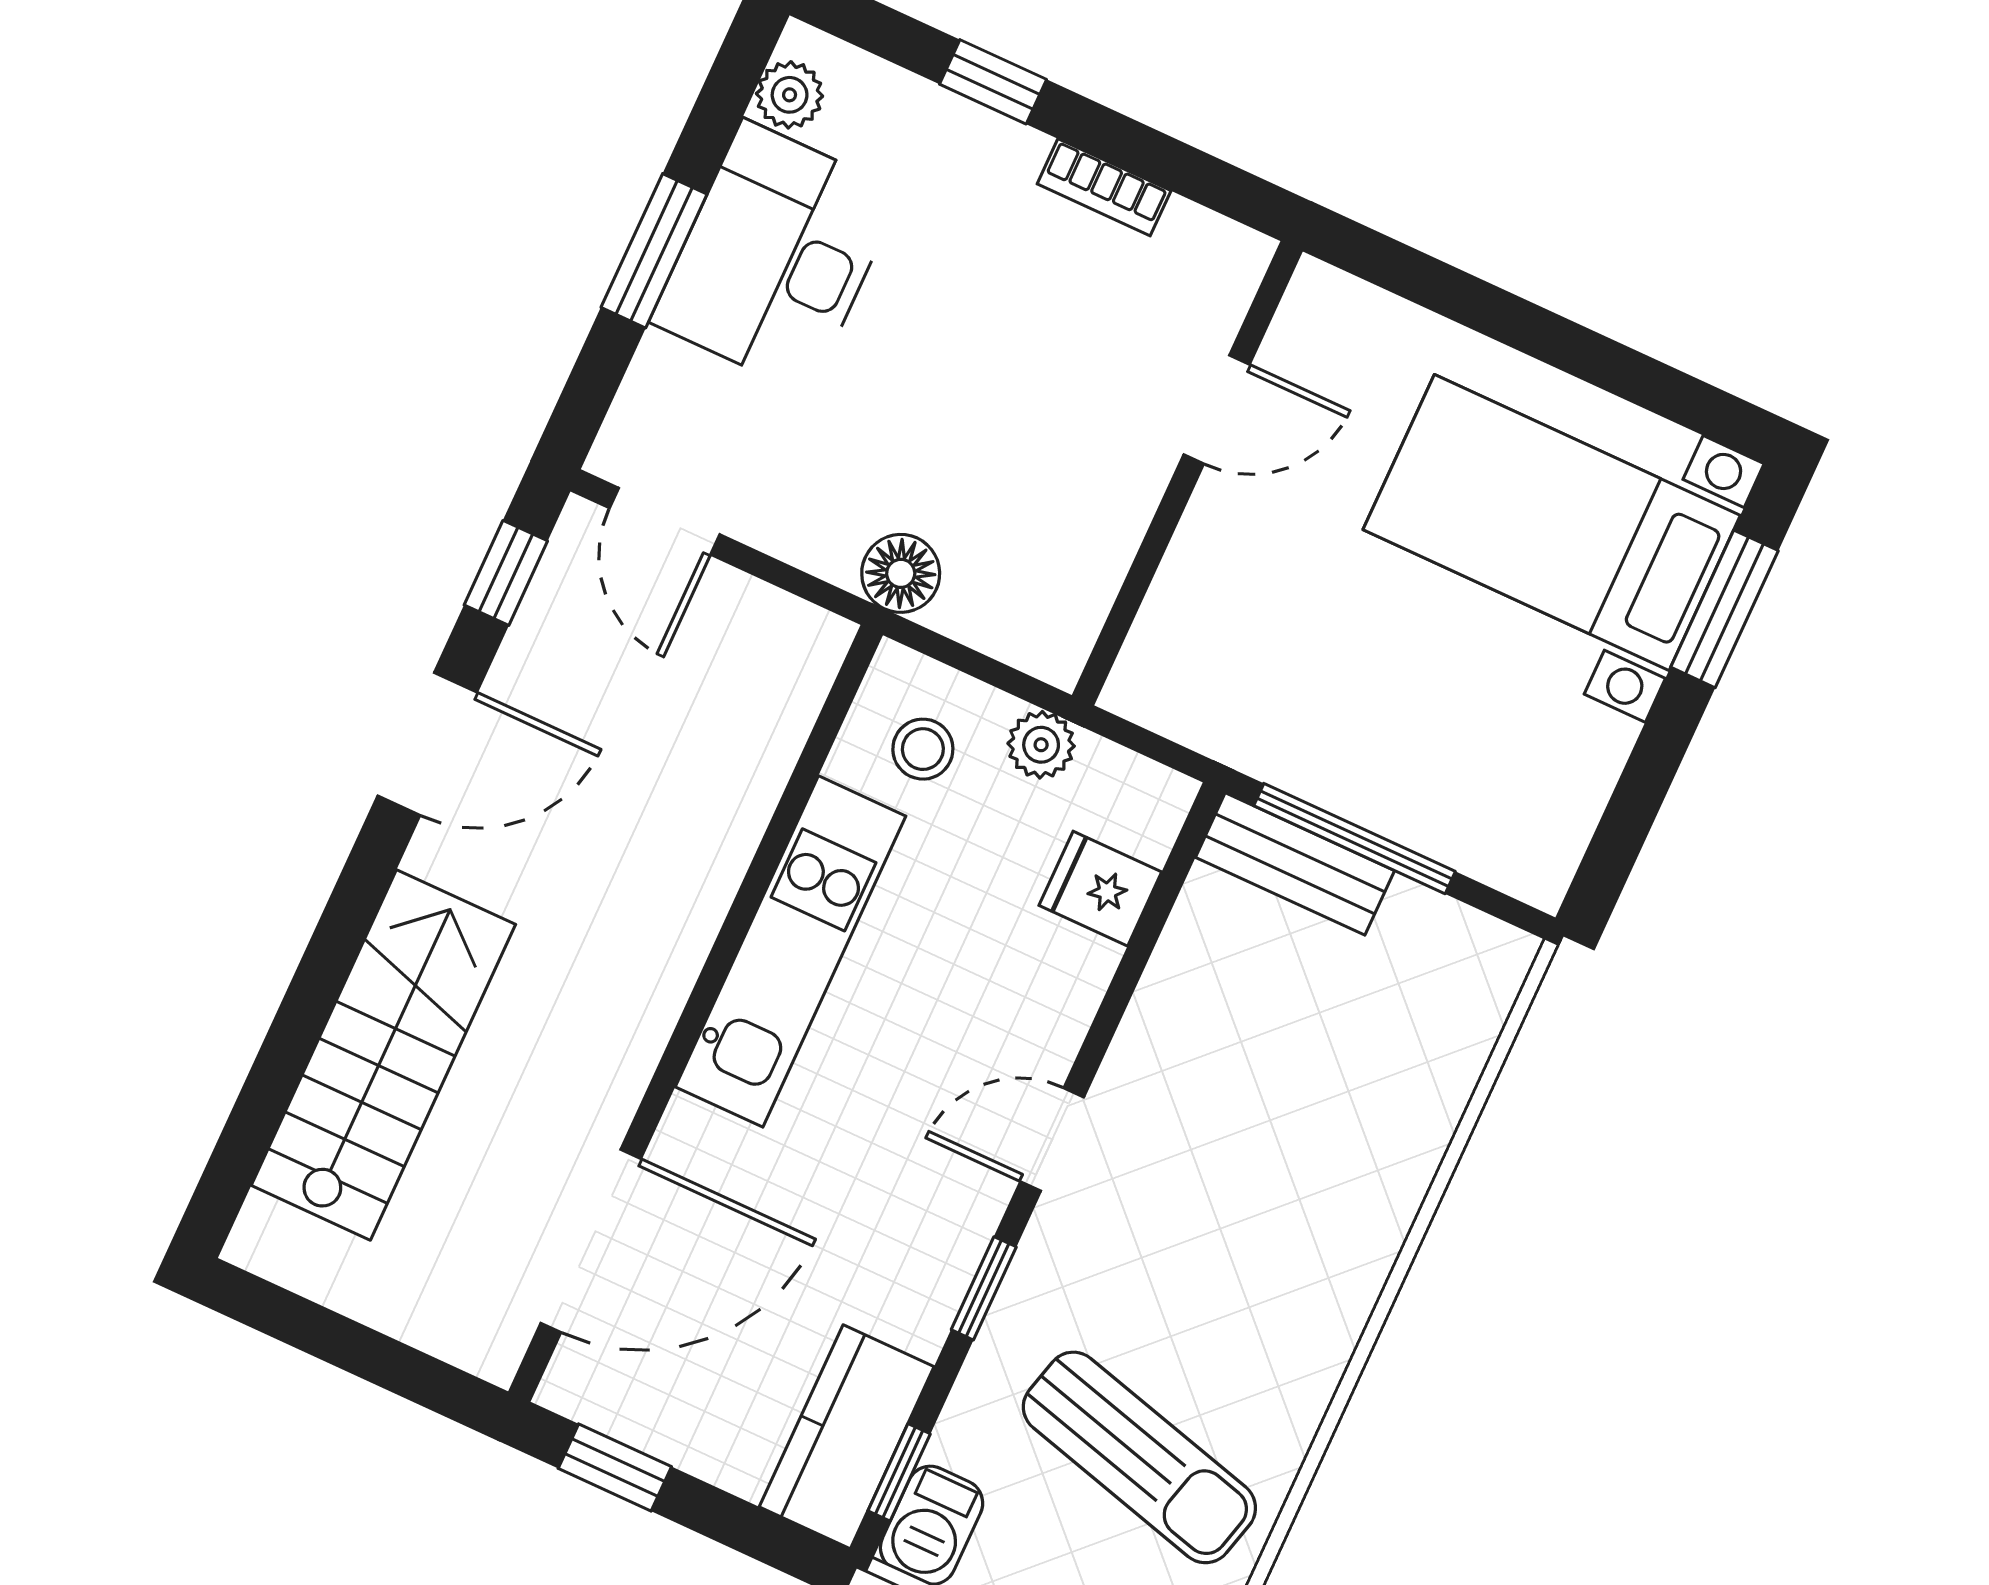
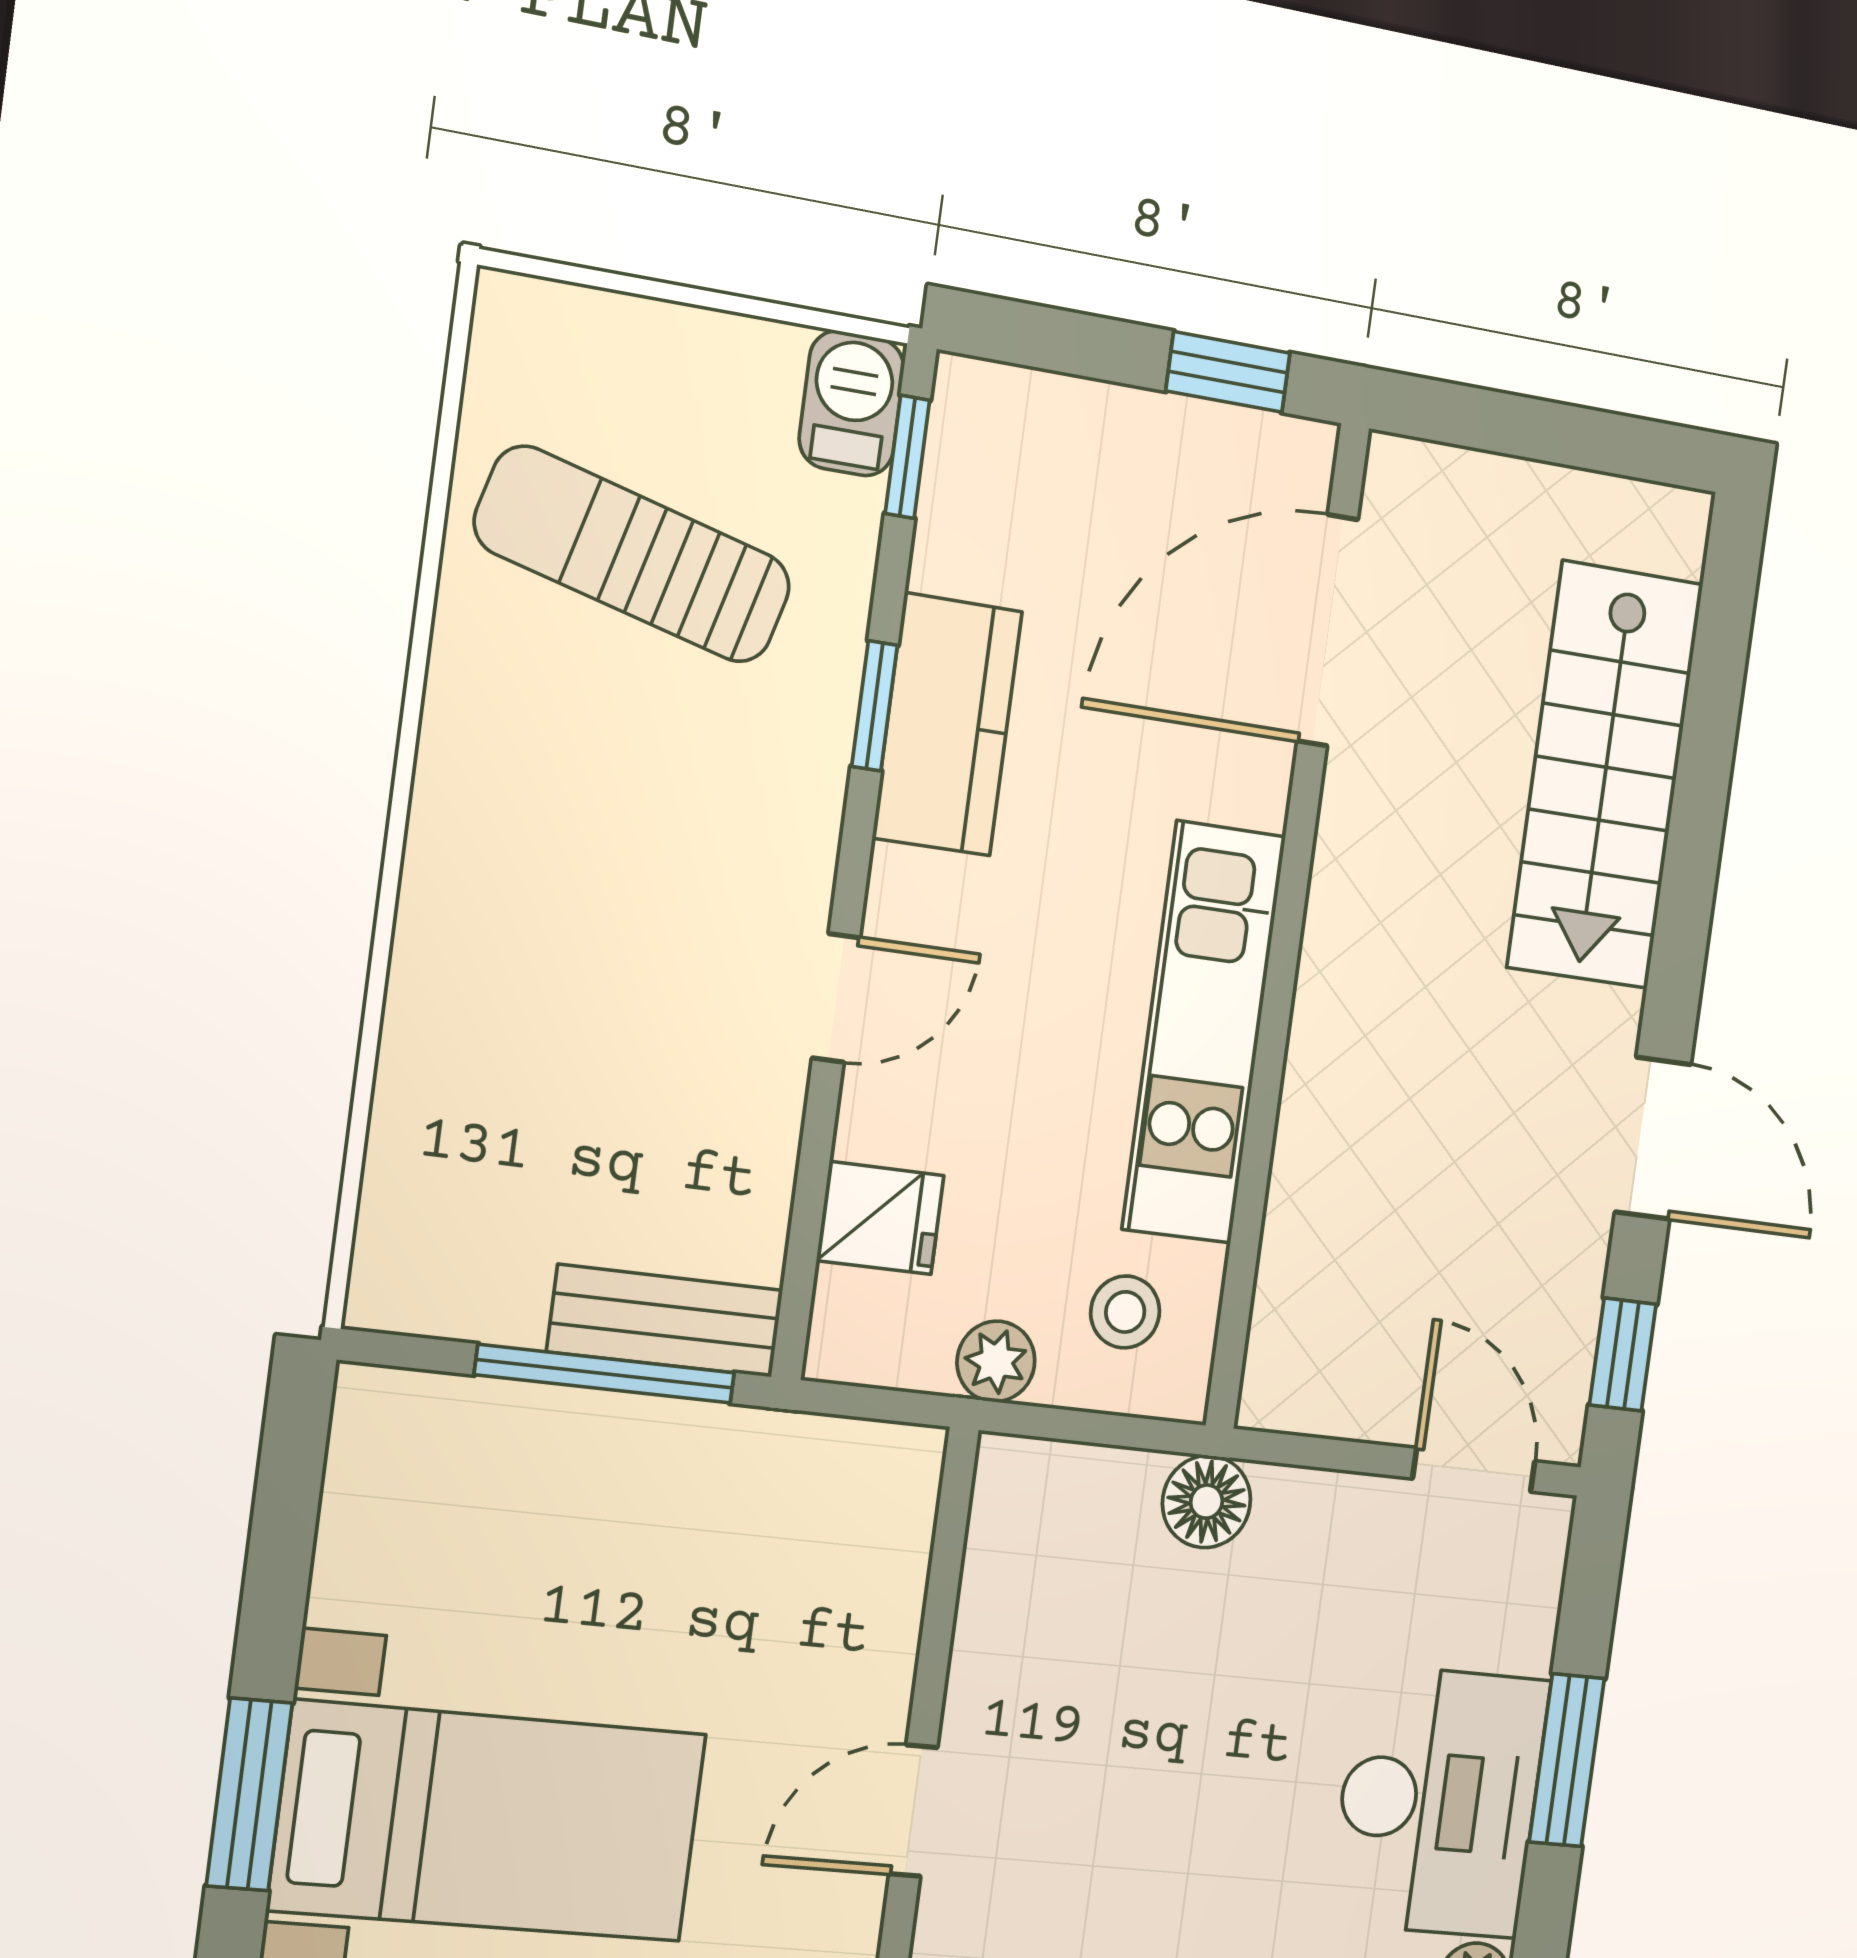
door: (427, 744) -> (1653, 1138), swing flipped
door: (1052, 1139) -> (836, 998), moved
kitchen counter: (847, 1437) -> (947, 725), moved

